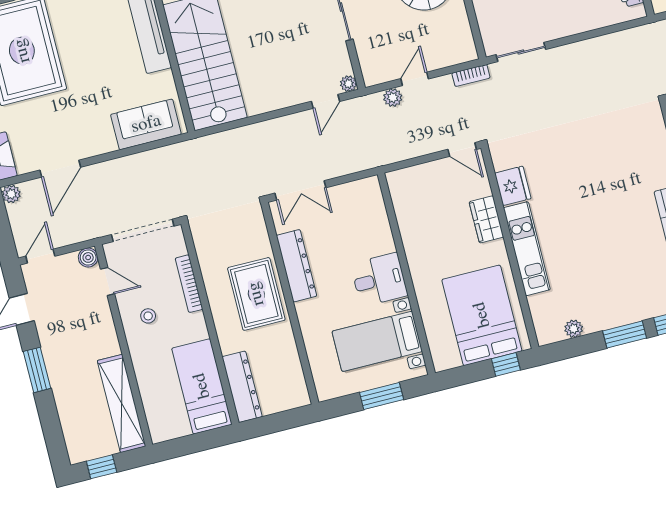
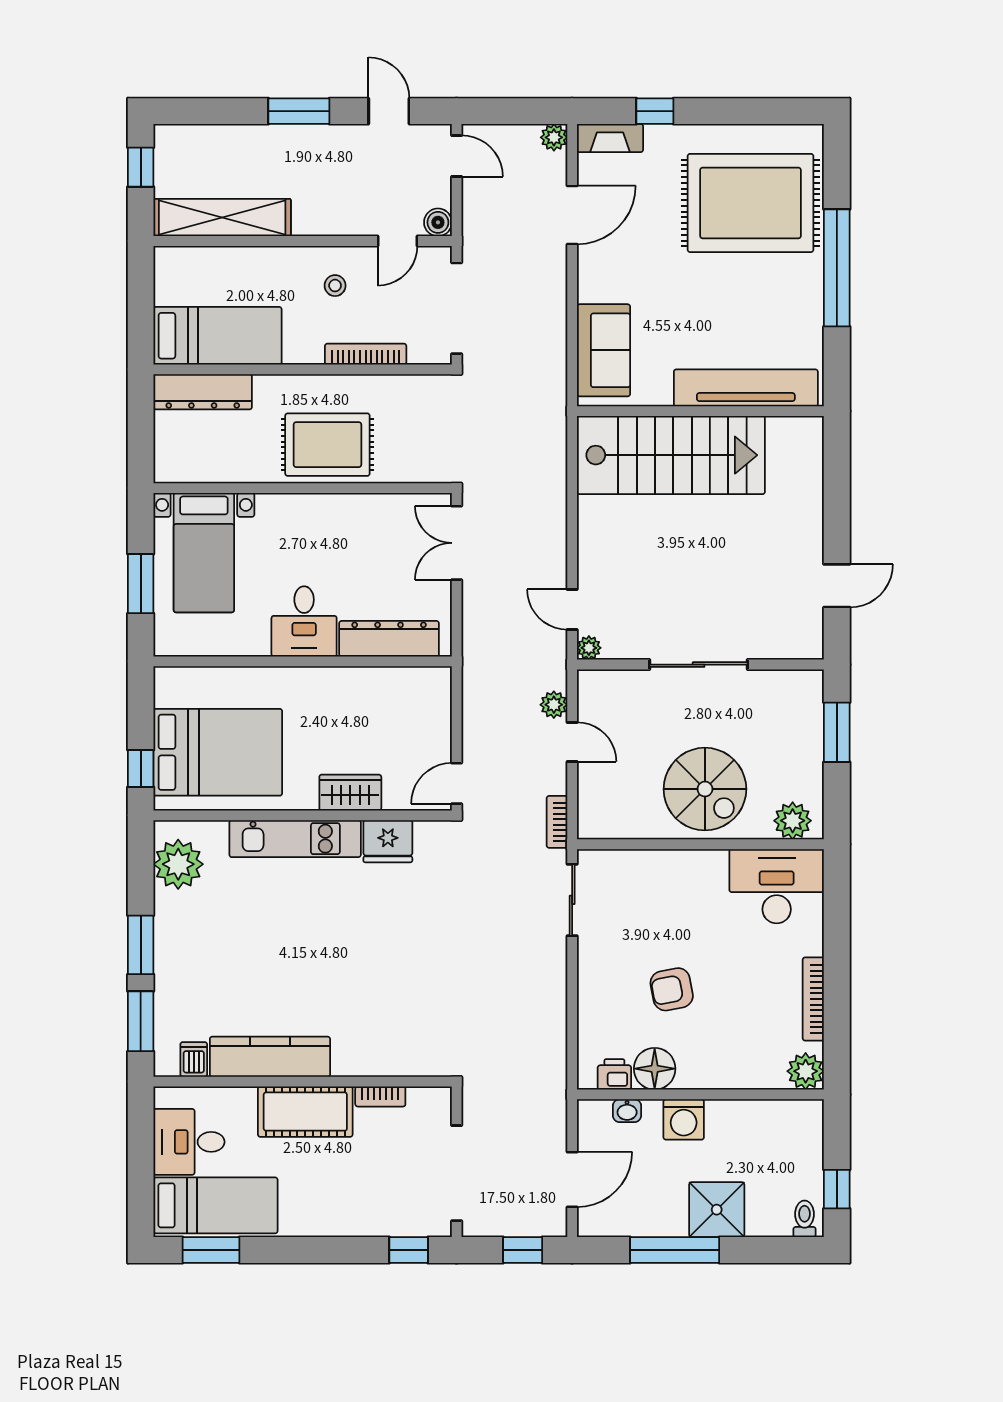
door: (60, 169) -> (572, 215), swing flipped
dresser: (296, 266) -> (389, 639), moved, turned 180
plant: (574, 329) -> (178, 864), width x1.87, depth x1.87
bed with nightstands: (377, 341) -> (204, 553), moved, turned 180

